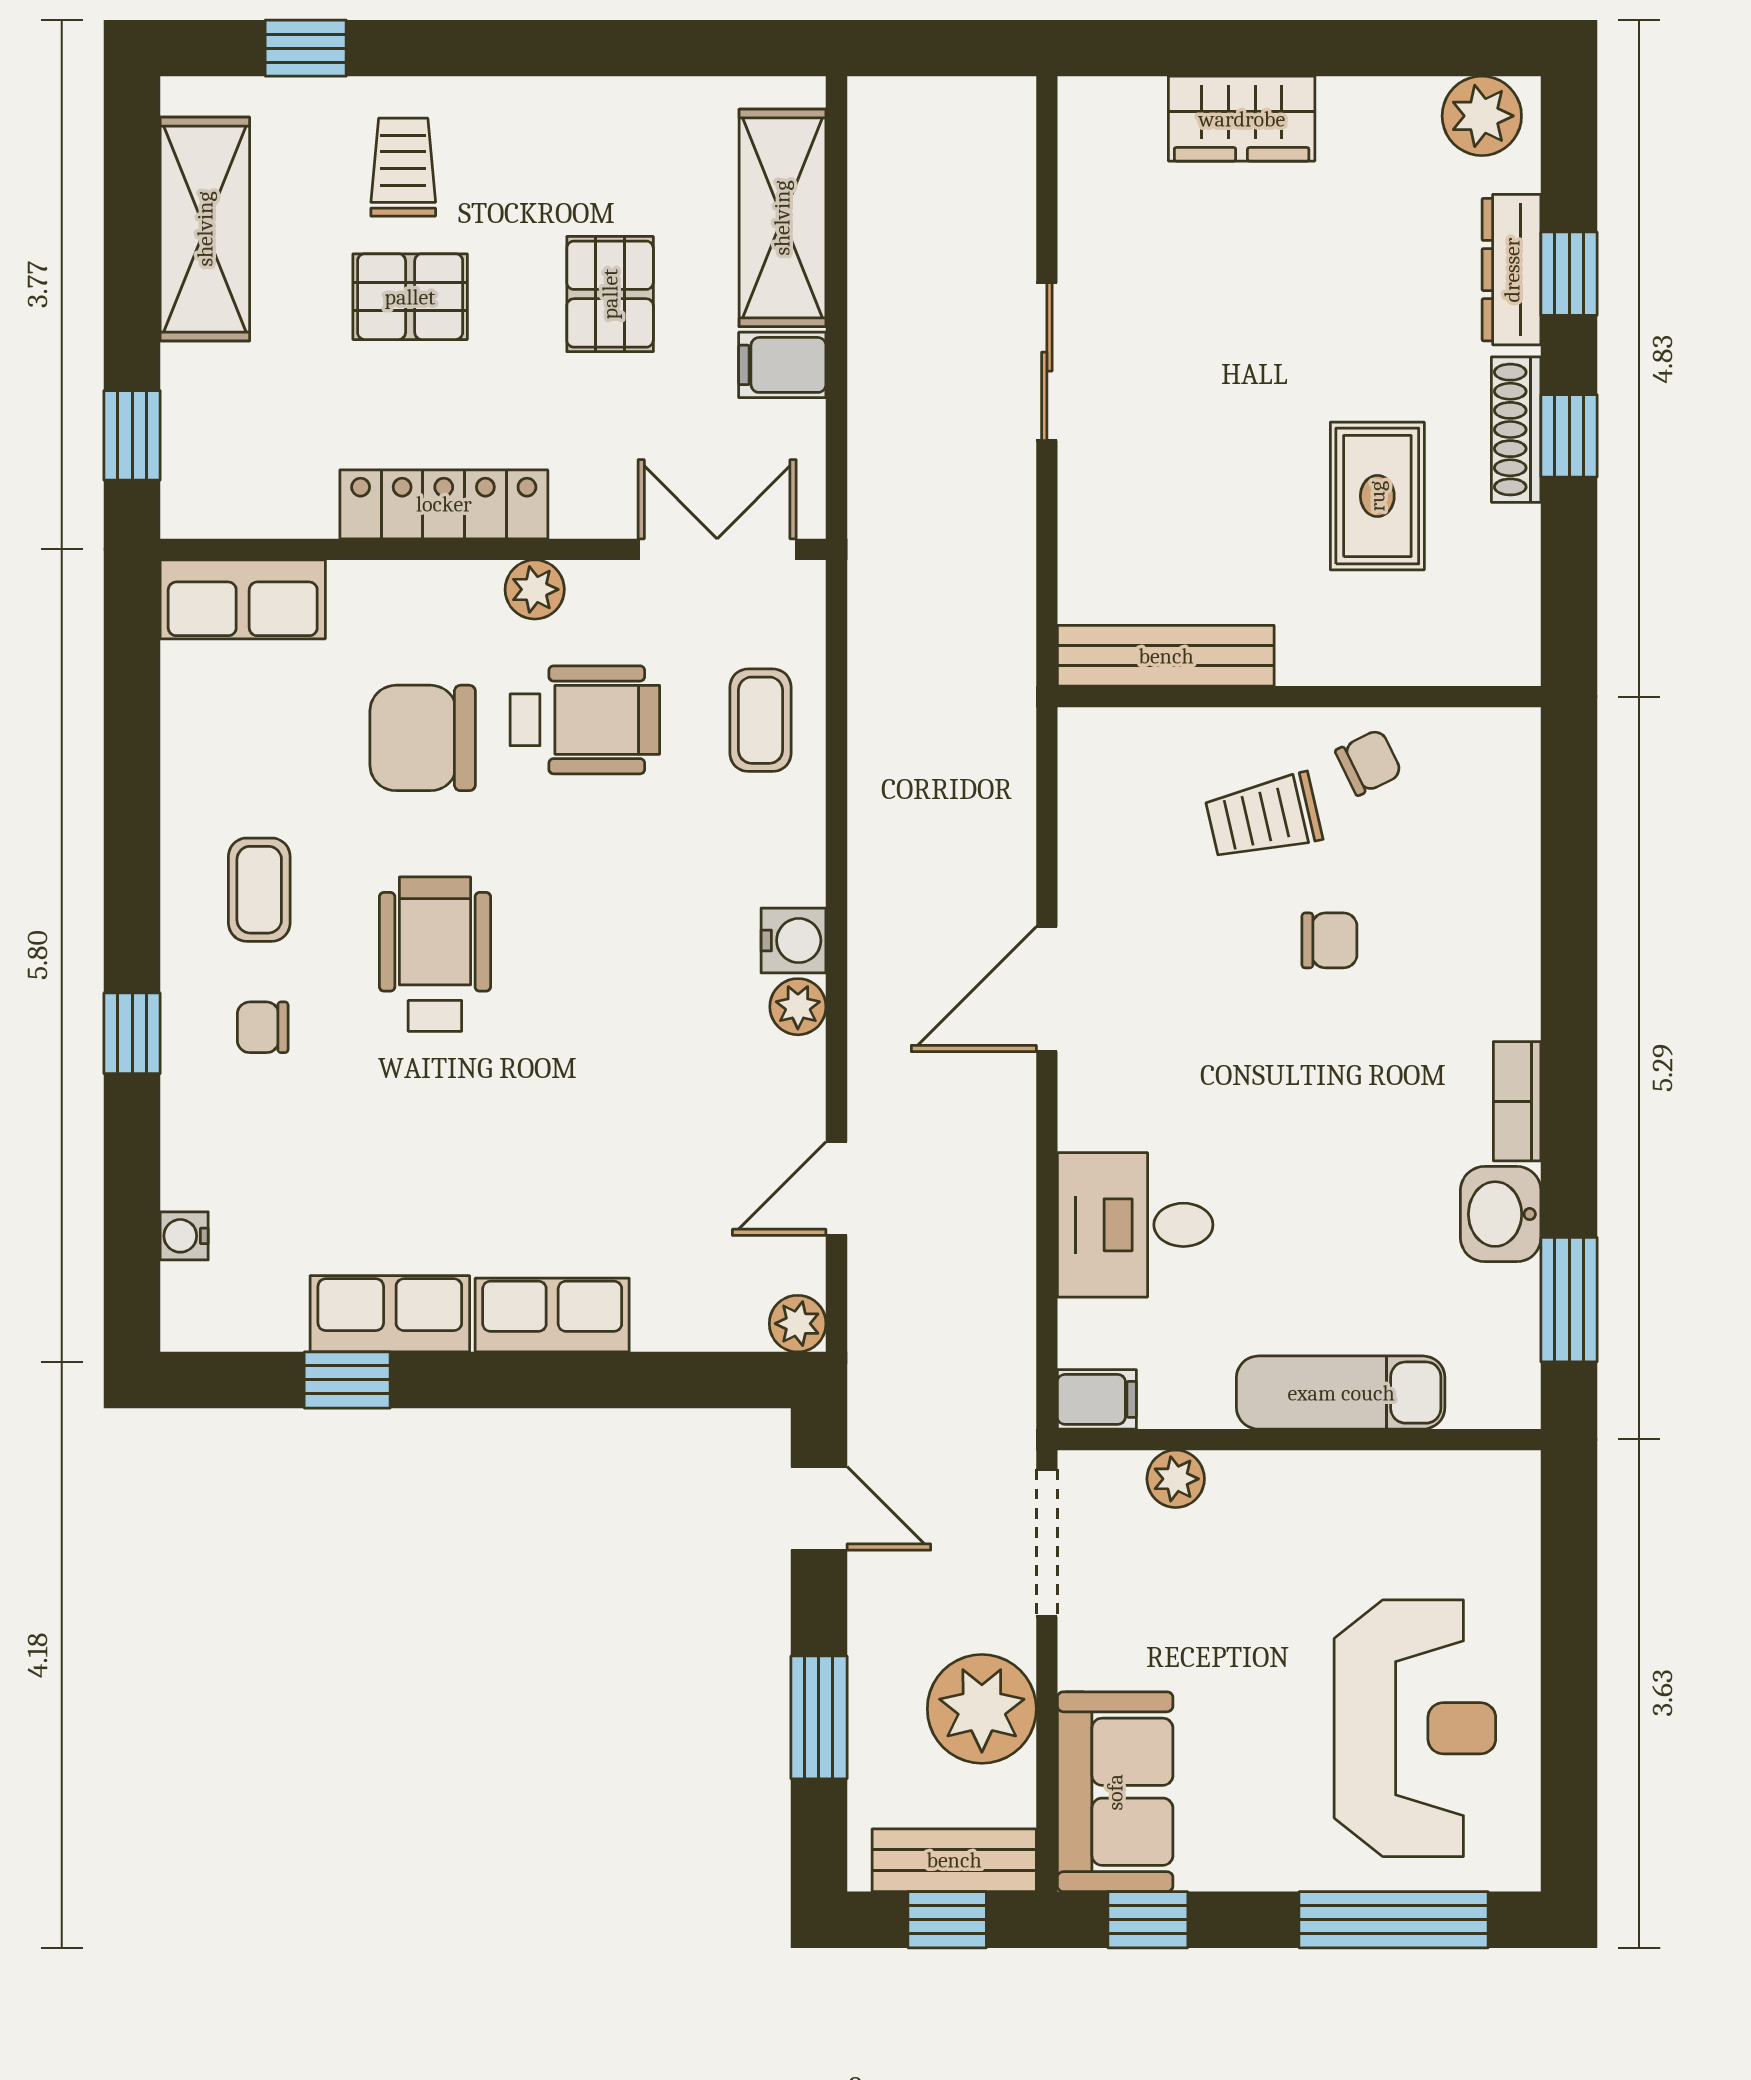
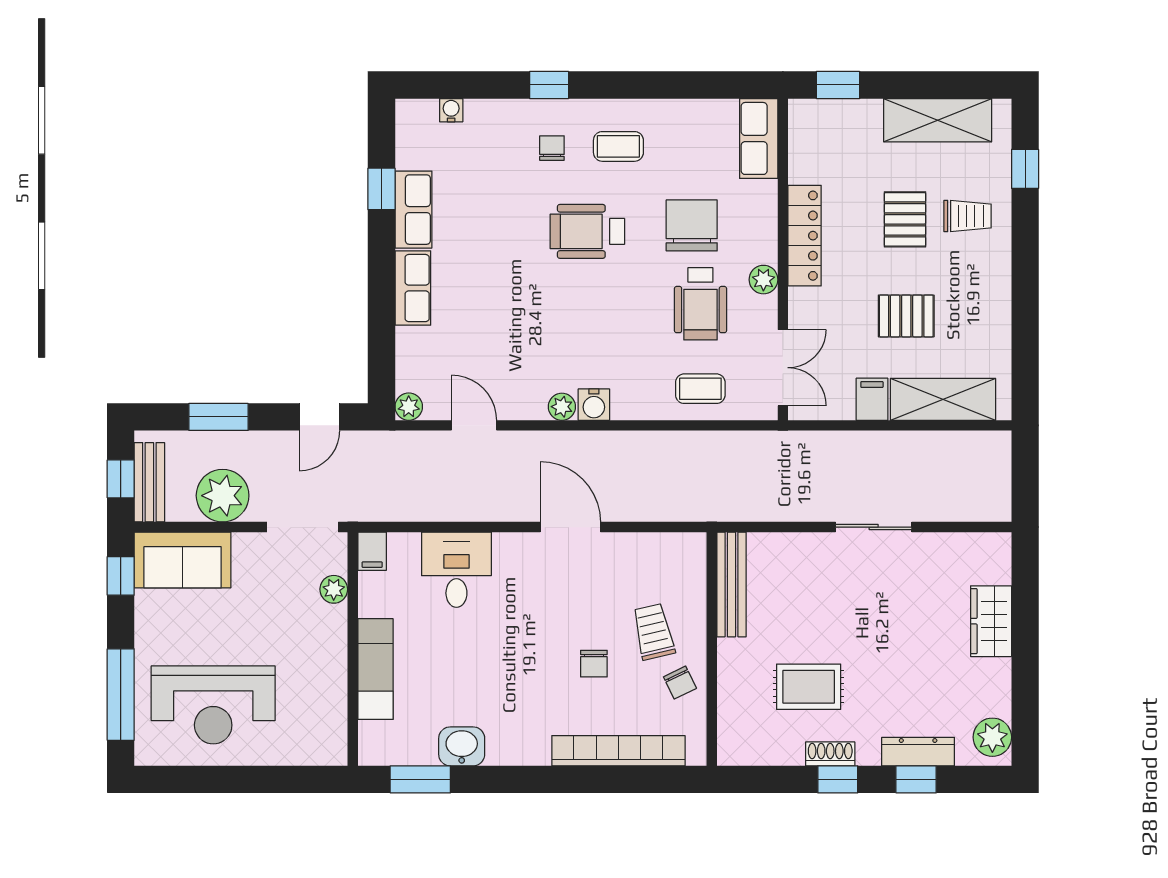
shoe rack: (1516, 430) -> (830, 754), width x0.70
wheelchair: (435, 954) -> (587, 231), turned 180
bookcase: (1517, 1101) -> (618, 751), moved, width x2.31, depth x1.31

